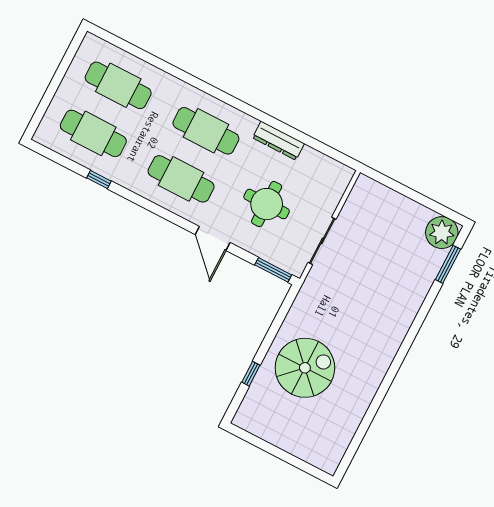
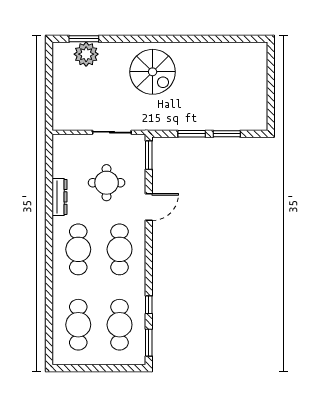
window: (55, 157) -> (149, 343), added
plant: (442, 233) -> (86, 54), moved
window: (272, 333) -> (192, 134), added
spiral stairs: (305, 368) -> (153, 72), moved, turned 180
window: (251, 374) -> (227, 134), width x1.50

